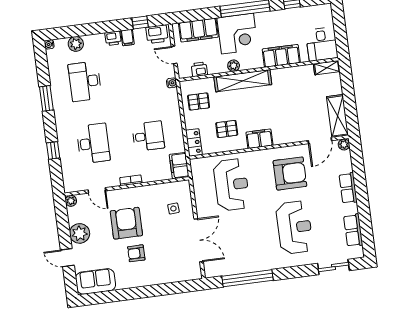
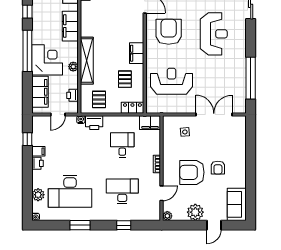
printer: (157, 34) -> (94, 123), moved, turned 90
desk: (85, 81) -> (70, 191), width x1.36, depth x1.30
reception desk: (294, 227) -> (214, 34), turned 90

